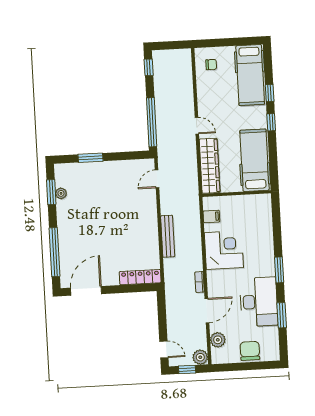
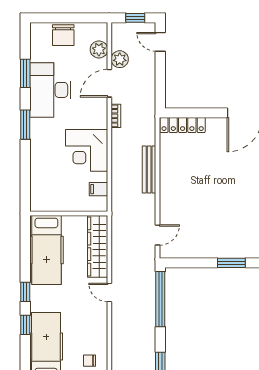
plant: (200, 357) -> (120, 59), moved

